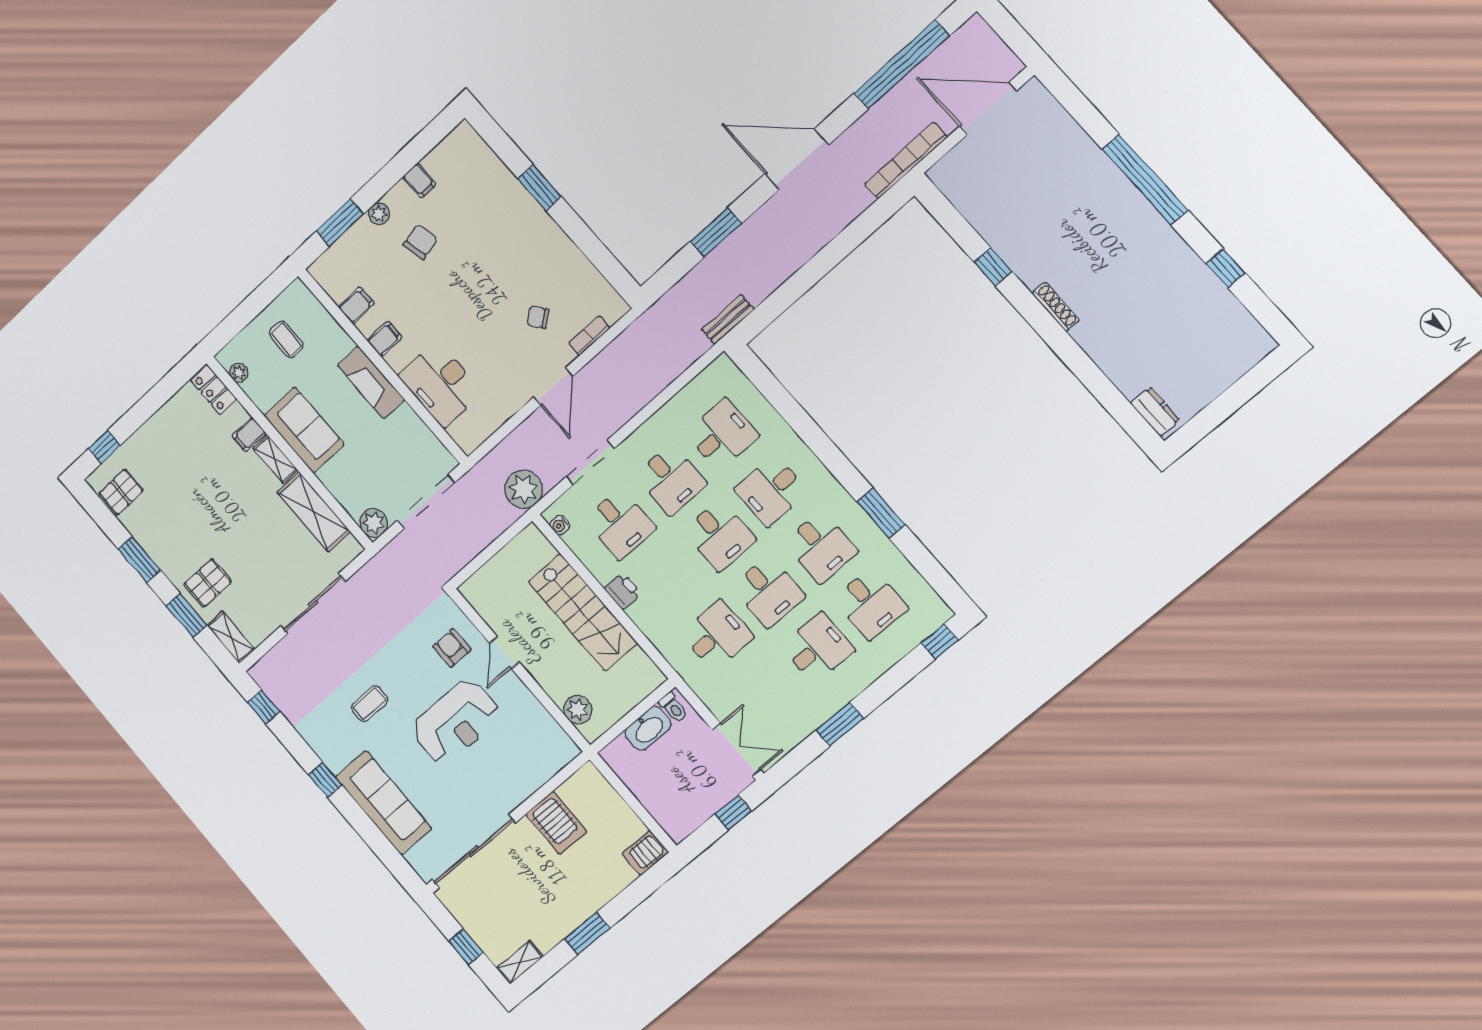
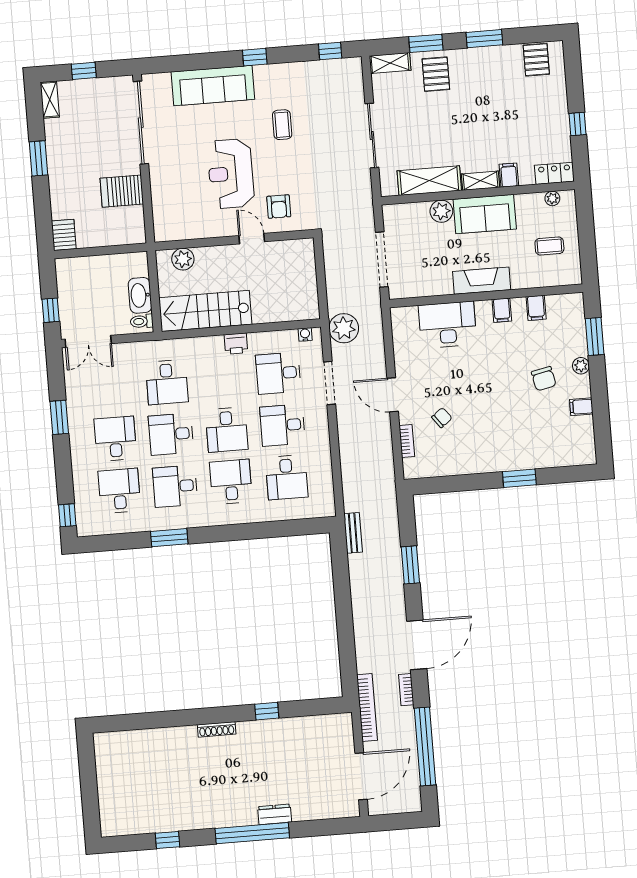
bookcase: (854, 133) -> (406, 690), added
dresser: (1155, 412) -> (275, 814), moved, turned 180
window: (104, 447) -> (578, 124), moved
plant: (374, 523) -> (441, 211), moved
desk: (719, 535) -> (227, 430), turned -90
desk: (870, 604) -> (119, 491), turned 90
stairs: (583, 612) -> (205, 311), moved
armchair: (452, 648) -> (279, 207), turned 90
desk: (818, 648) -> (115, 439), turned 180

